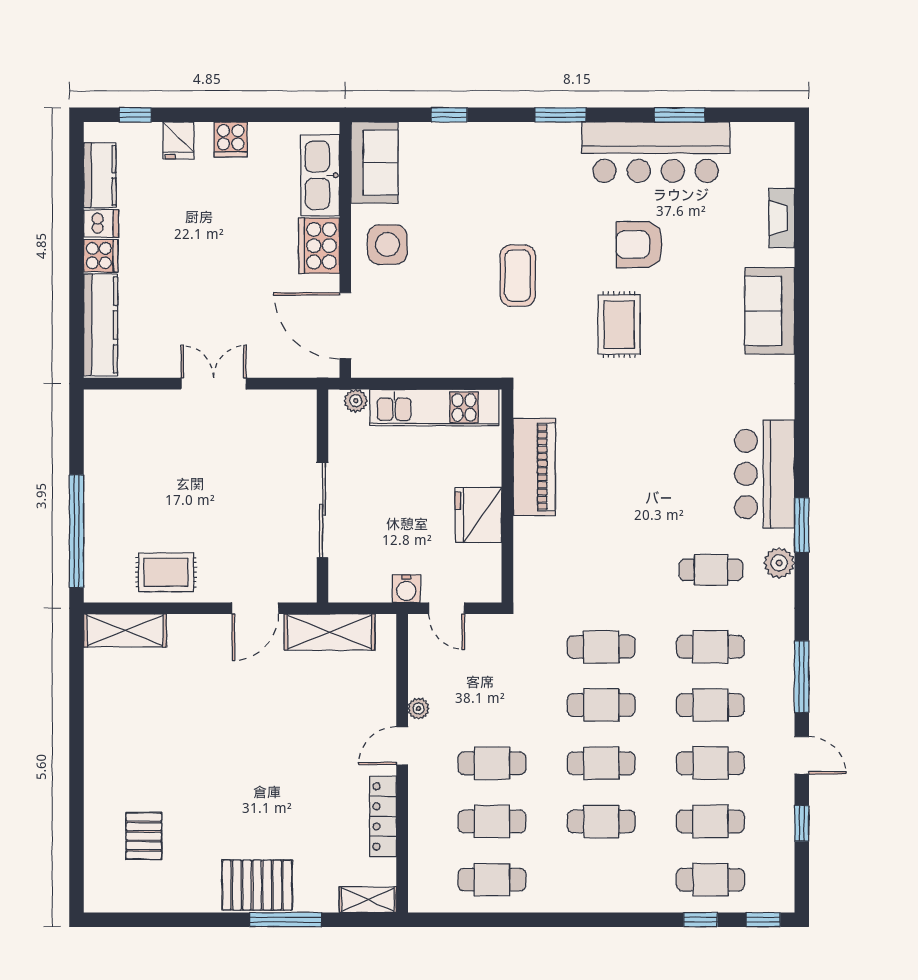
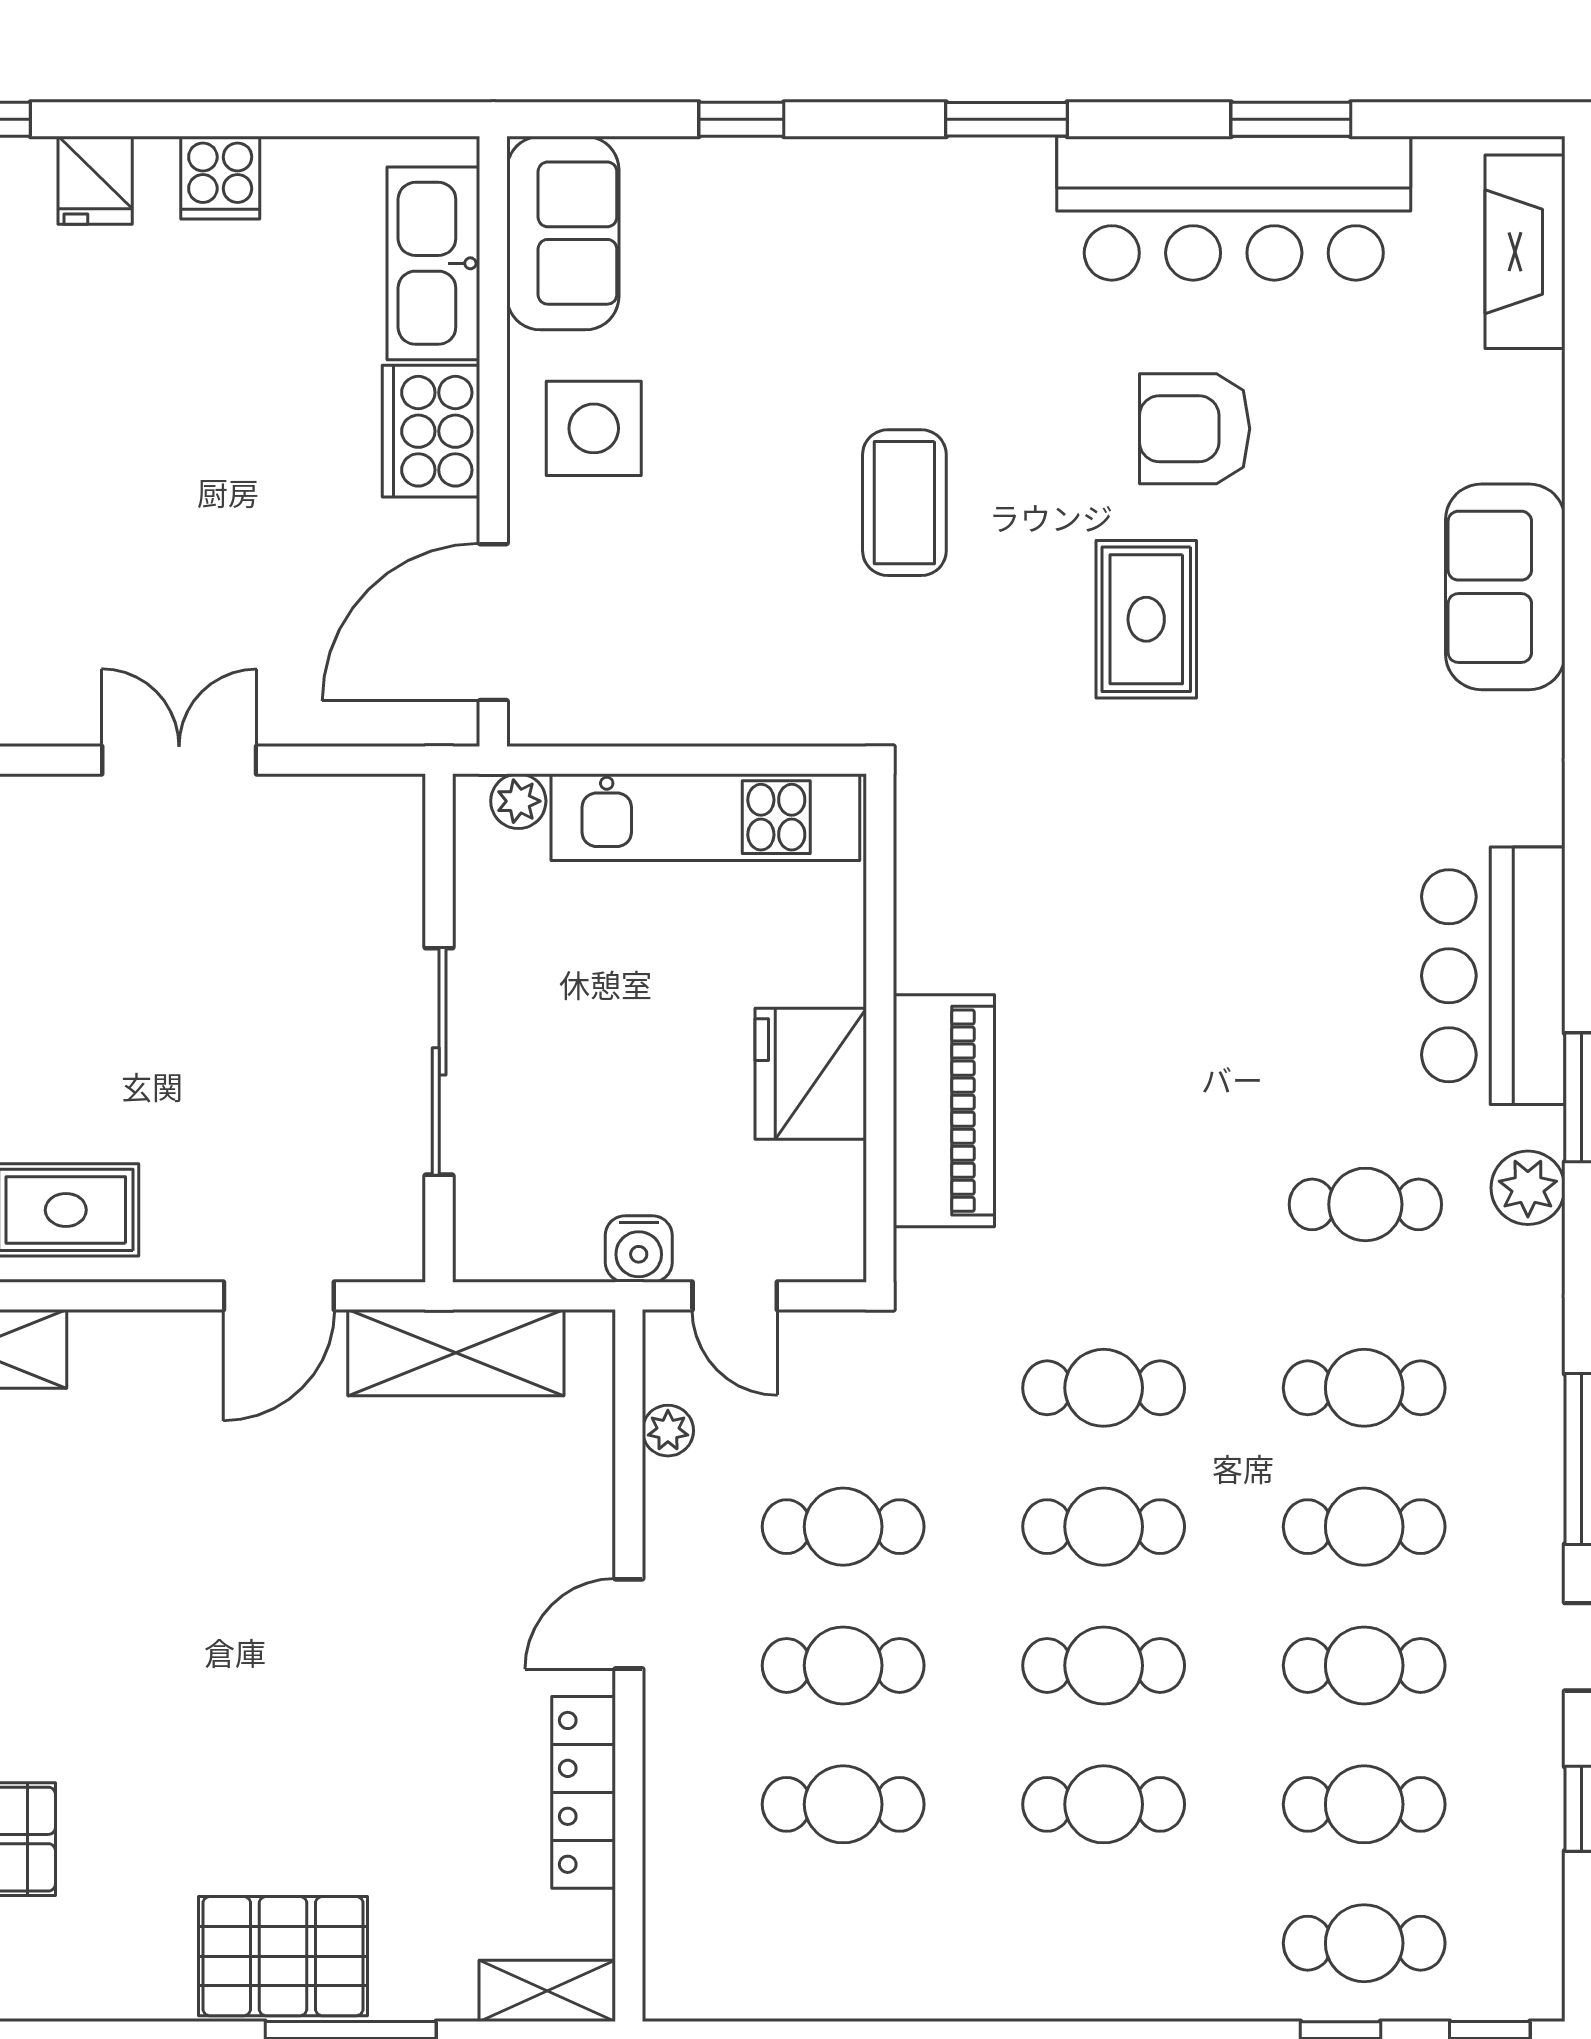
fireplace: (782, 218) -> (1525, 252), moved, width x1.37, depth x1.32
door: (345, 326) -> (493, 622), hinge flipped
piano: (534, 467) -> (944, 1111), moved
plant: (419, 708) -> (668, 1431), moved
cafe table: (492, 880) -> (843, 1527), moved

